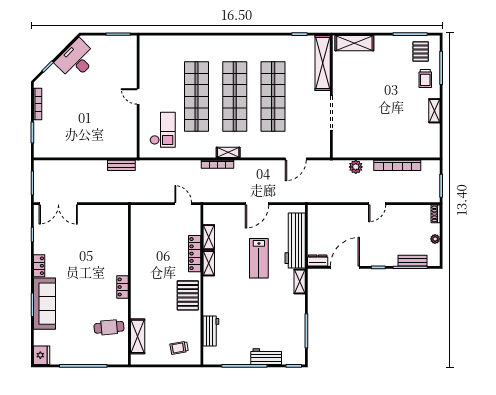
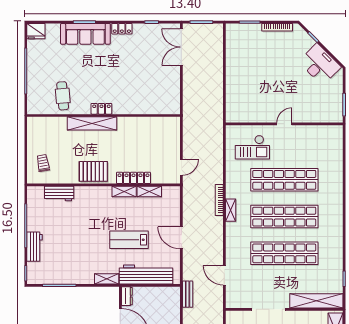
bench: (121, 165) -> (188, 294), moved
shelving: (138, 336) -> (92, 123), moved, width x1.47

